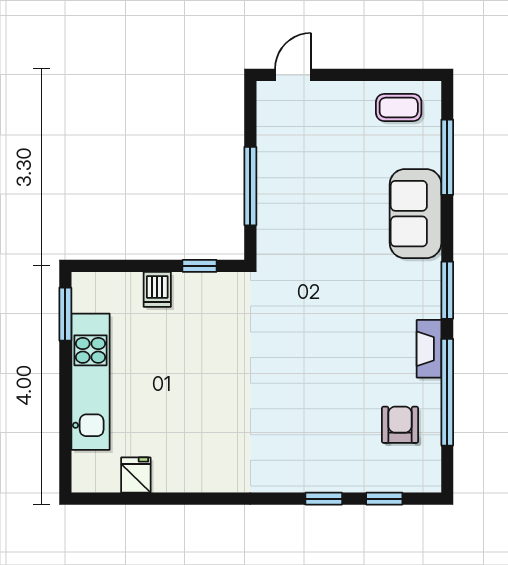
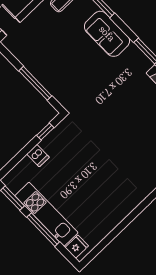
window: (65, 398) -> (43, 230), added
fridge: (136, 475) -> (77, 247), moved, turned 90

